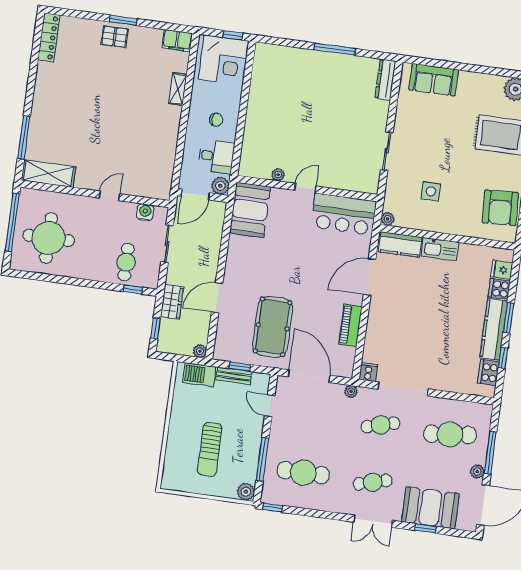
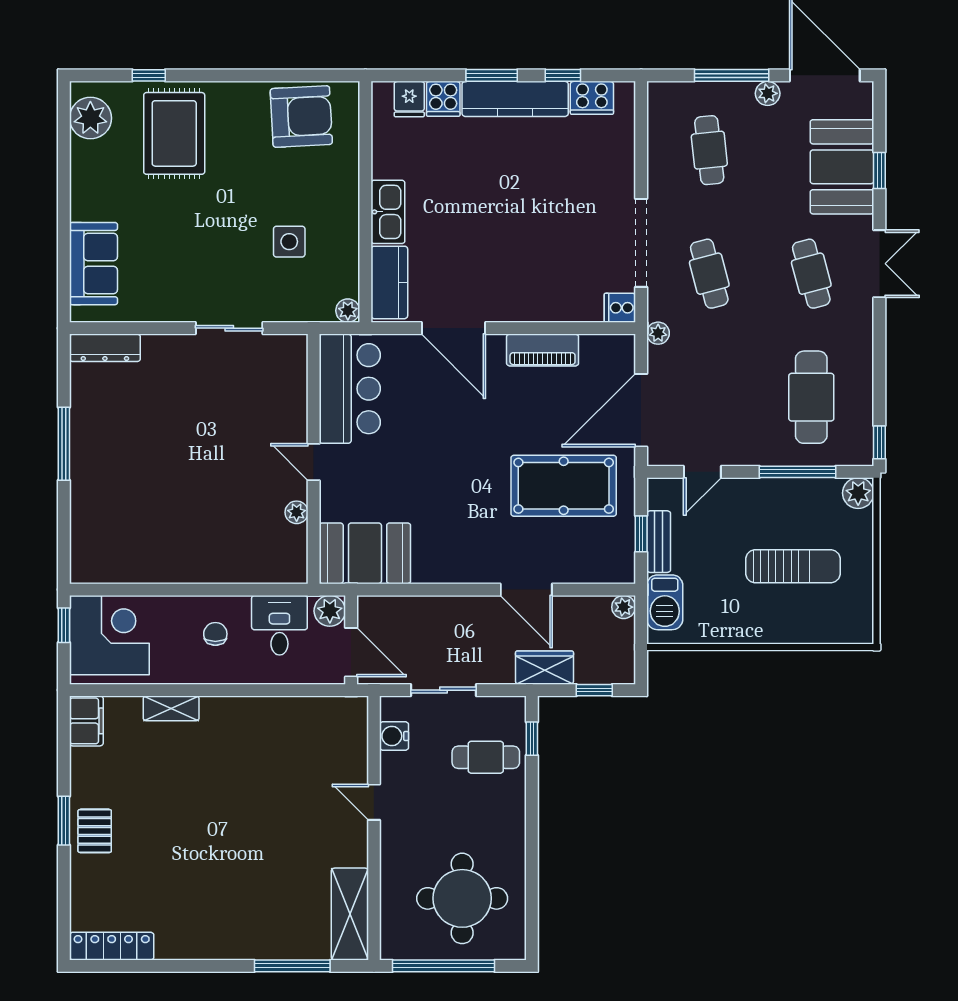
cafe table: (450, 434) -> (709, 150), width x0.73, depth x0.74

